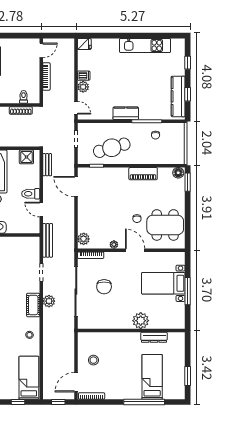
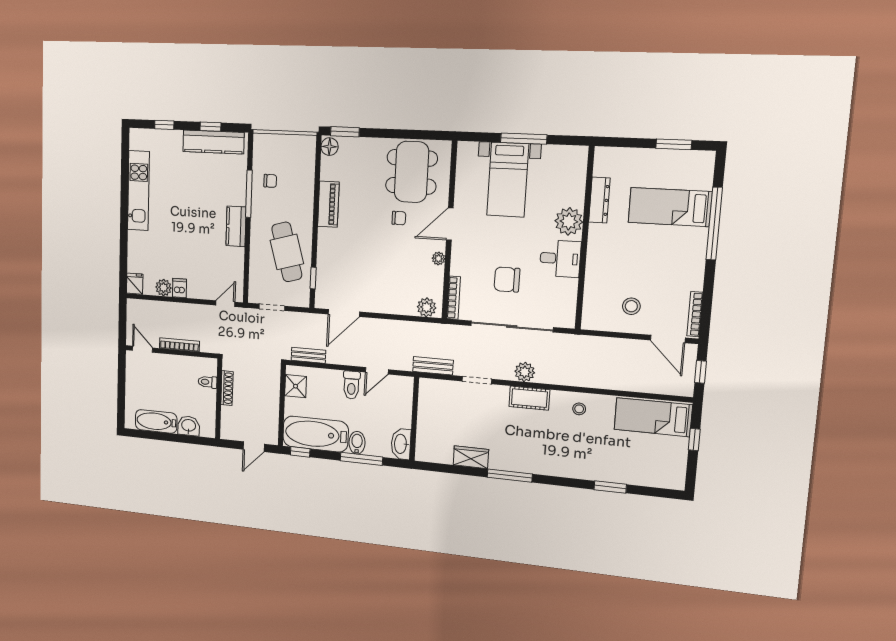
plant: (83, 87) -> (163, 288), moved
bench: (48, 240) -> (433, 366), width x0.73
chair: (104, 287) -> (507, 280), turned 180
desk: (119, 317) -> (560, 259), added

